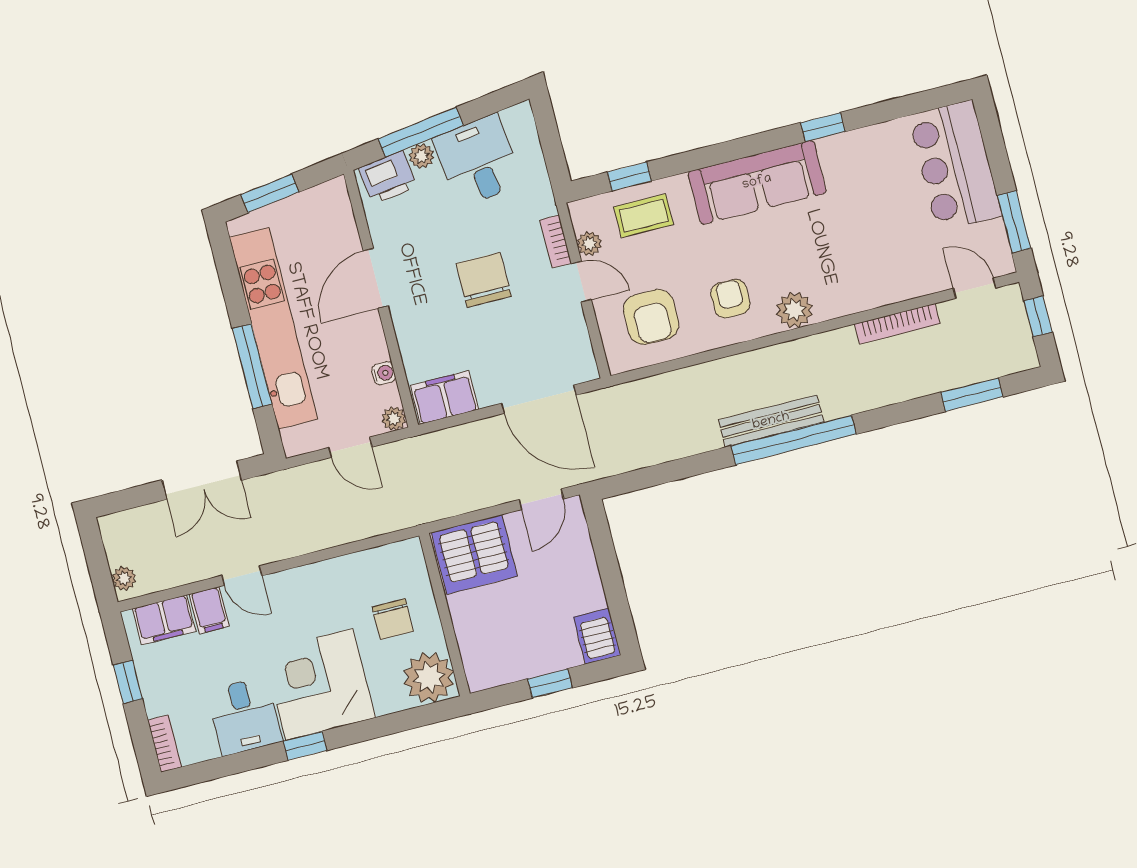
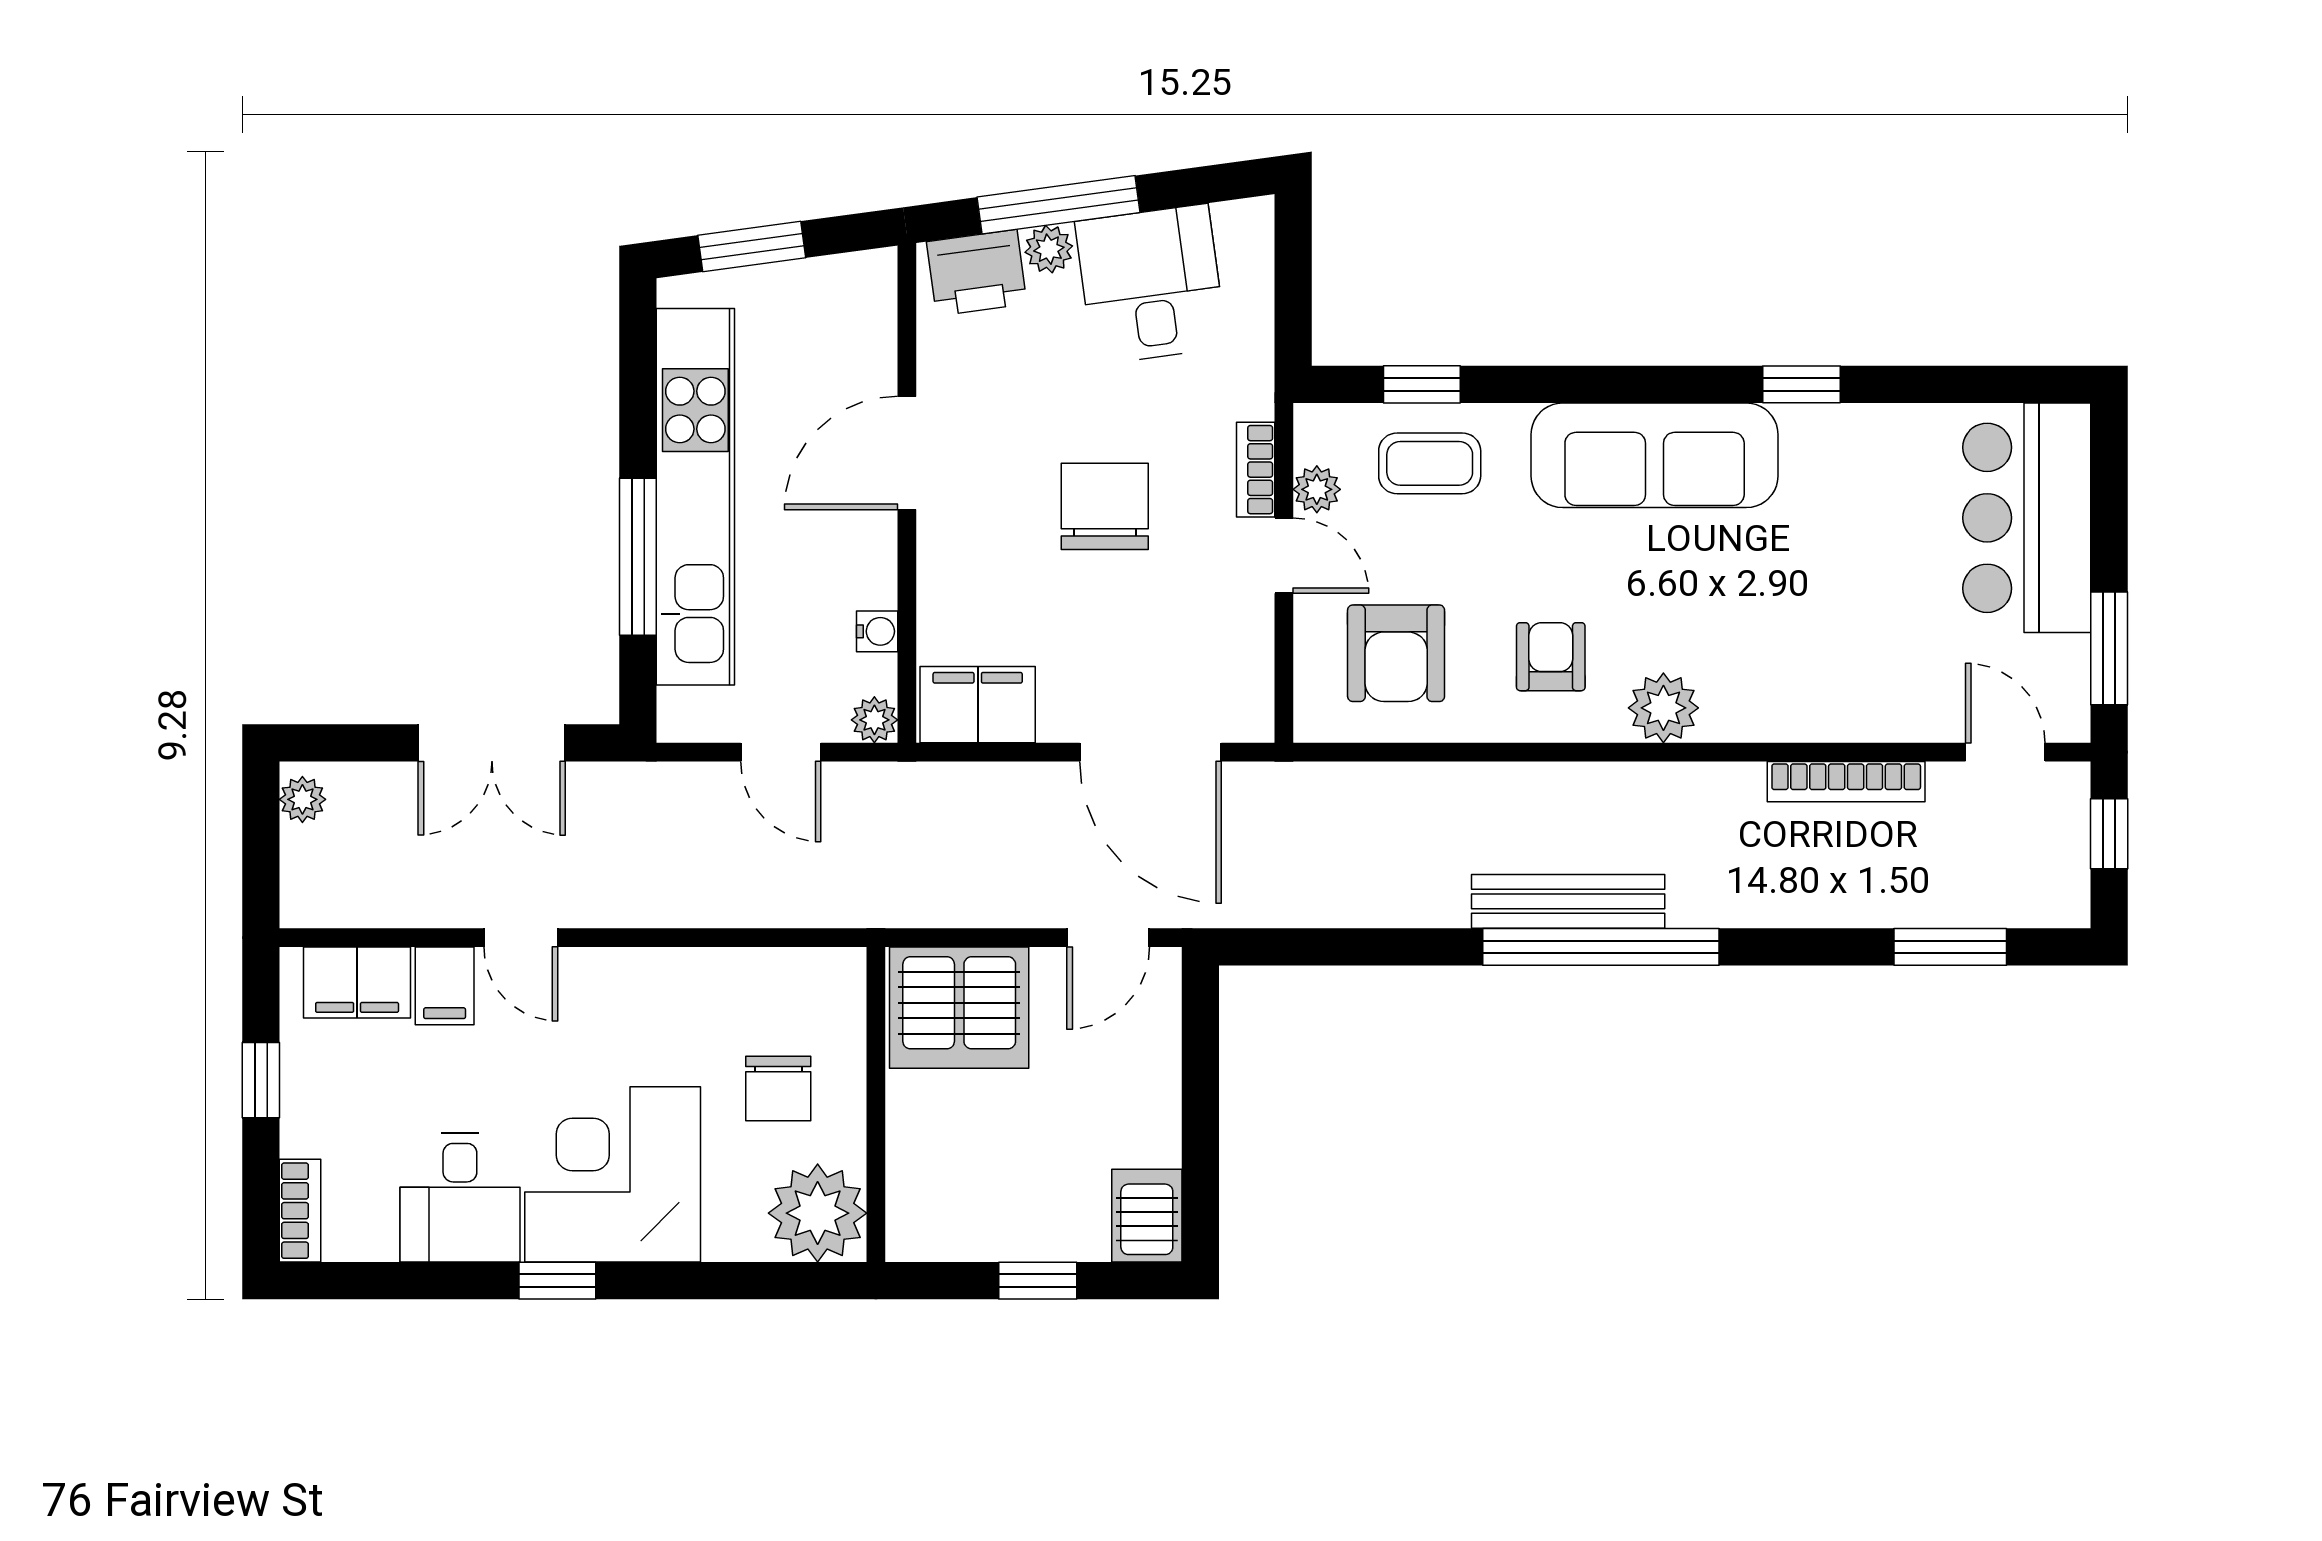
plant: (124, 578) -> (302, 799), moved

